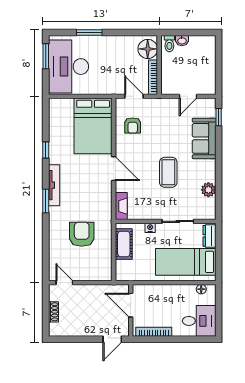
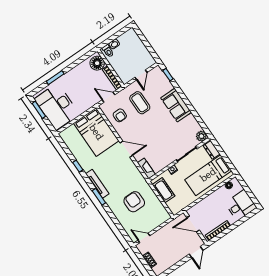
sofa: (204, 138) -> (176, 105), moved
coffee table: (168, 172) -> (140, 103), moved
plant: (208, 190) -> (201, 136), moved

